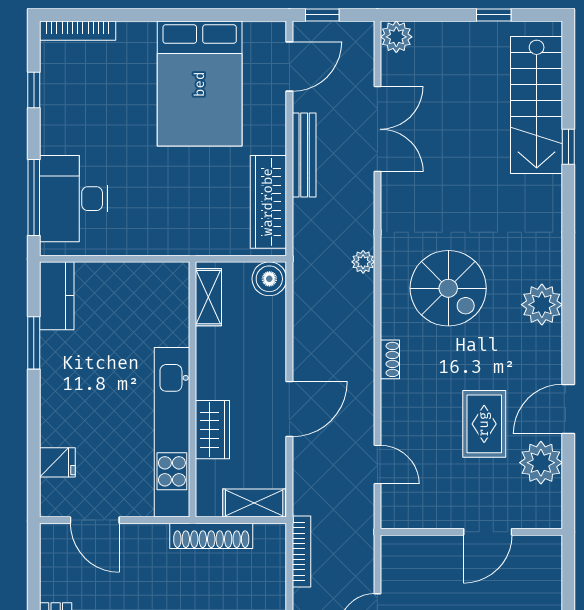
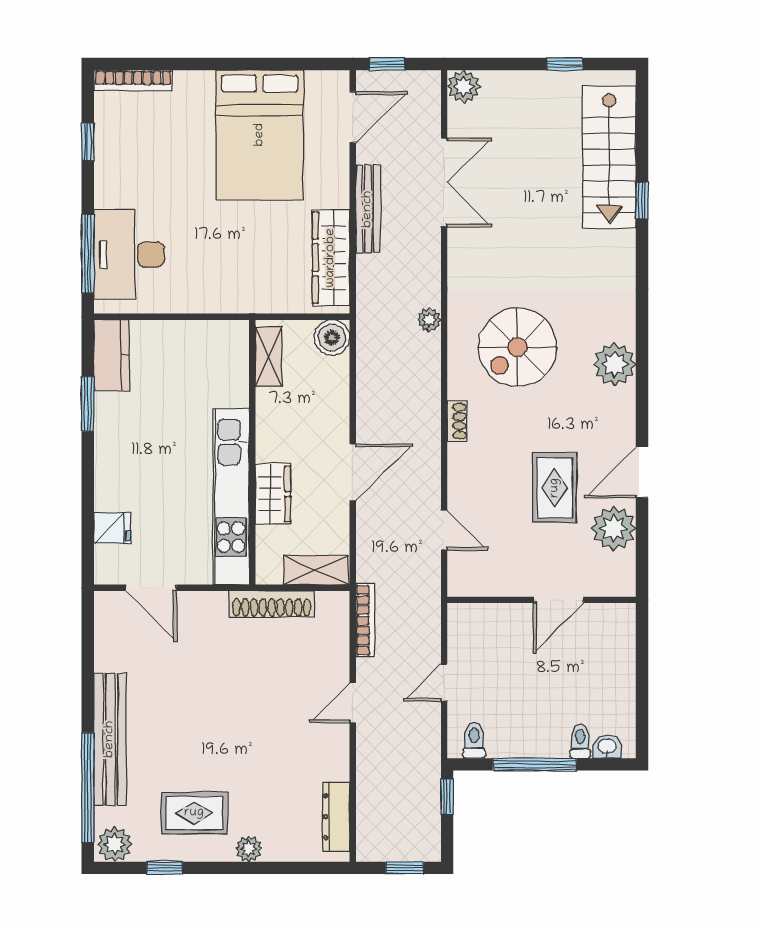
spiral stairs: (448, 288) -> (517, 347), turned 90

